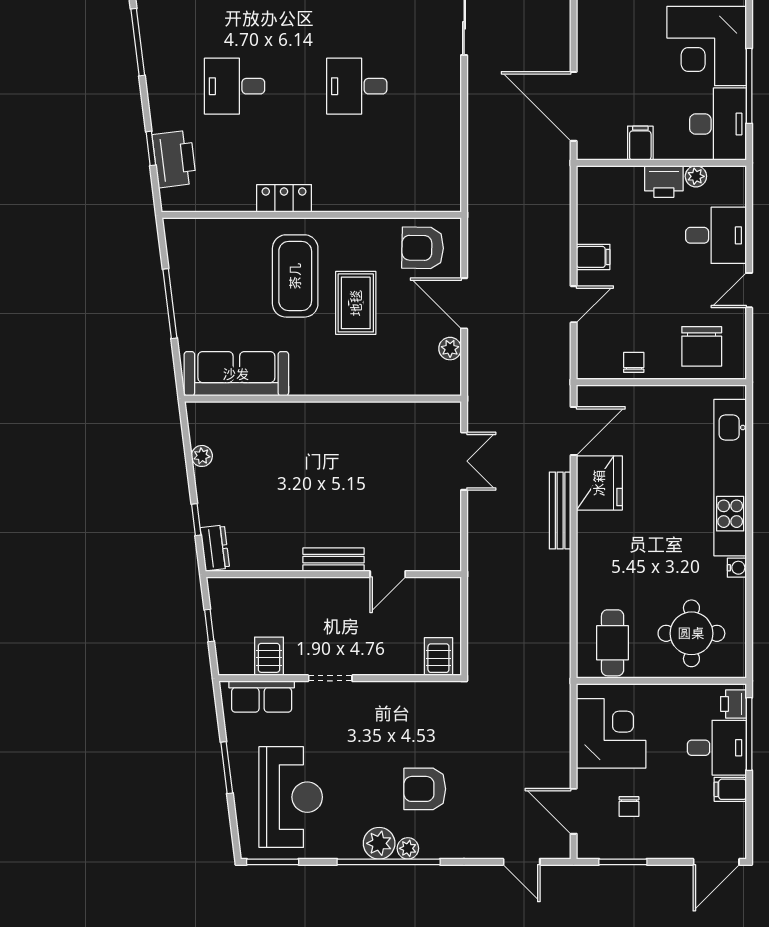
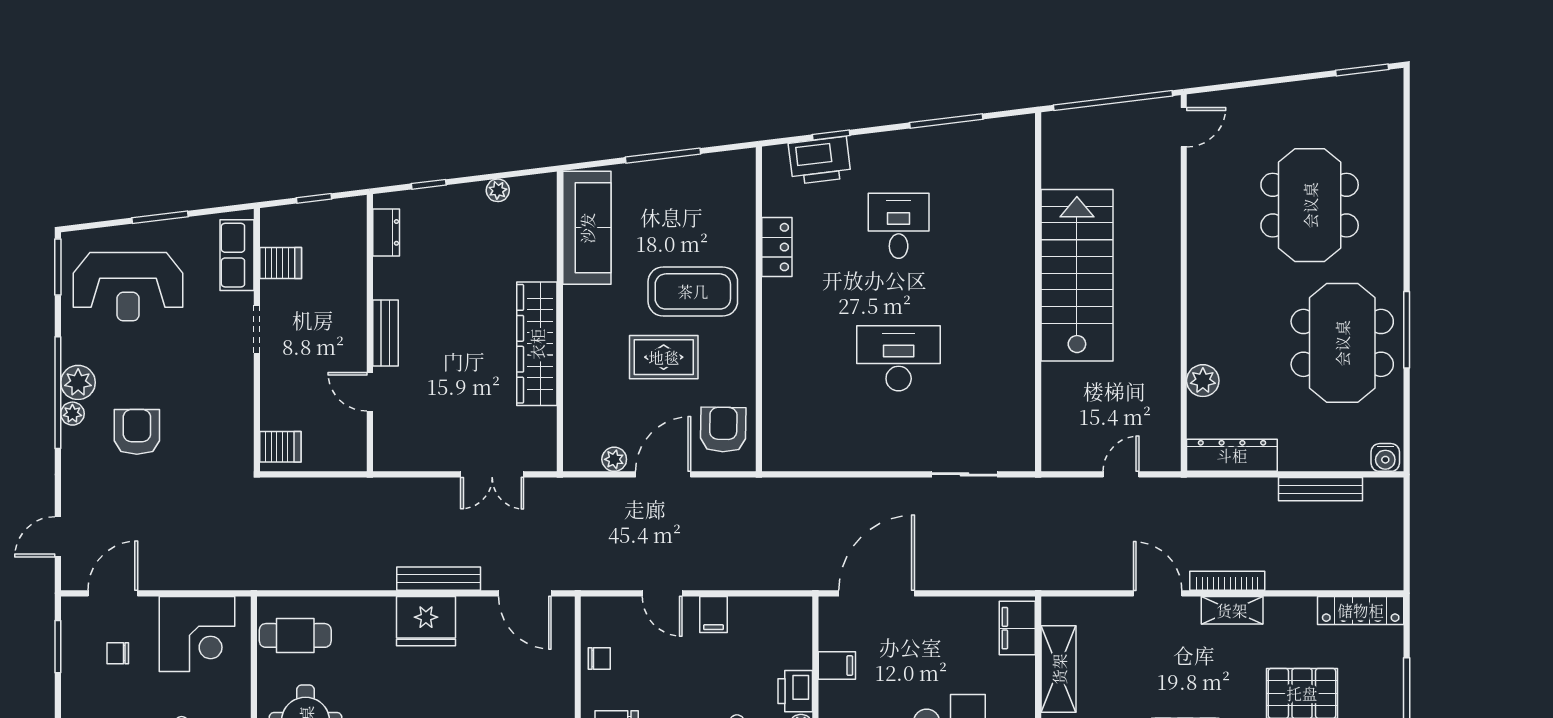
desk: (357, 86) -> (899, 358), width x1.37
locker: (284, 198) -> (777, 247), moved
wardrobe: (343, 420) -> (537, 344), added
fridge: (599, 483) -> (426, 621), moved
dresser: (215, 548) -> (386, 232), moved, turned -83

